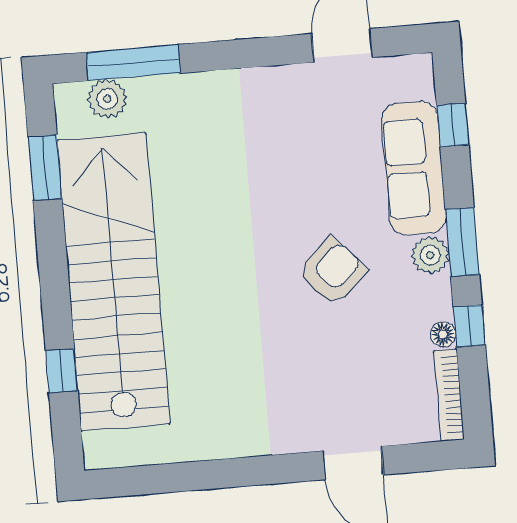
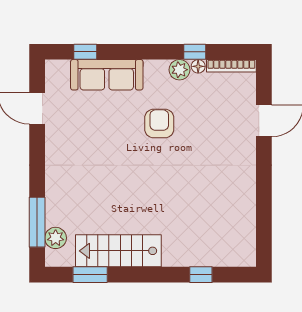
window: (462, 242) -> (149, 52), removed
plant: (430, 255) -> (179, 70), moved
armchair: (332, 272) -> (159, 124), turned 43
stairs: (113, 282) -> (118, 251), width x0.54, depth x0.66

